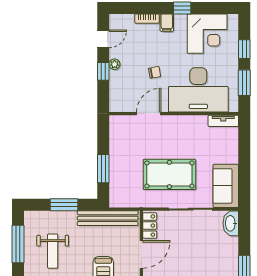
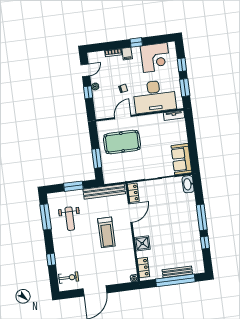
pool table: (169, 174) -> (122, 142), moved

